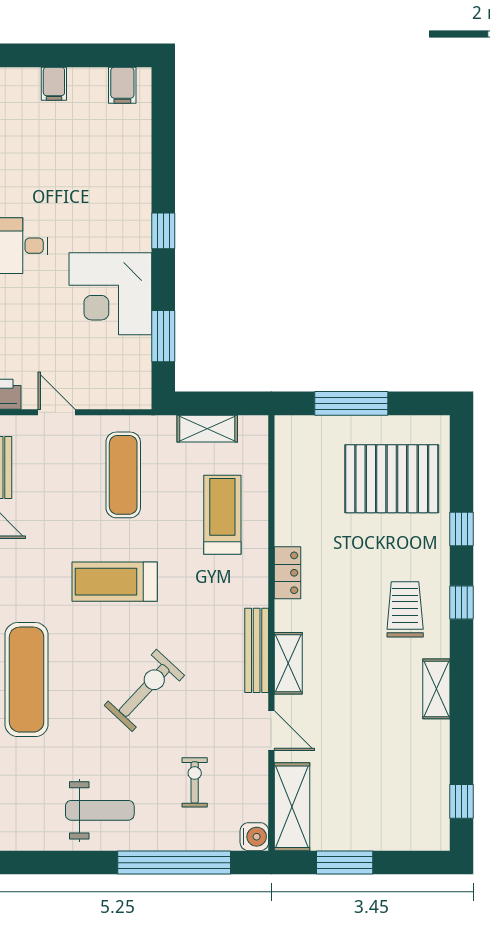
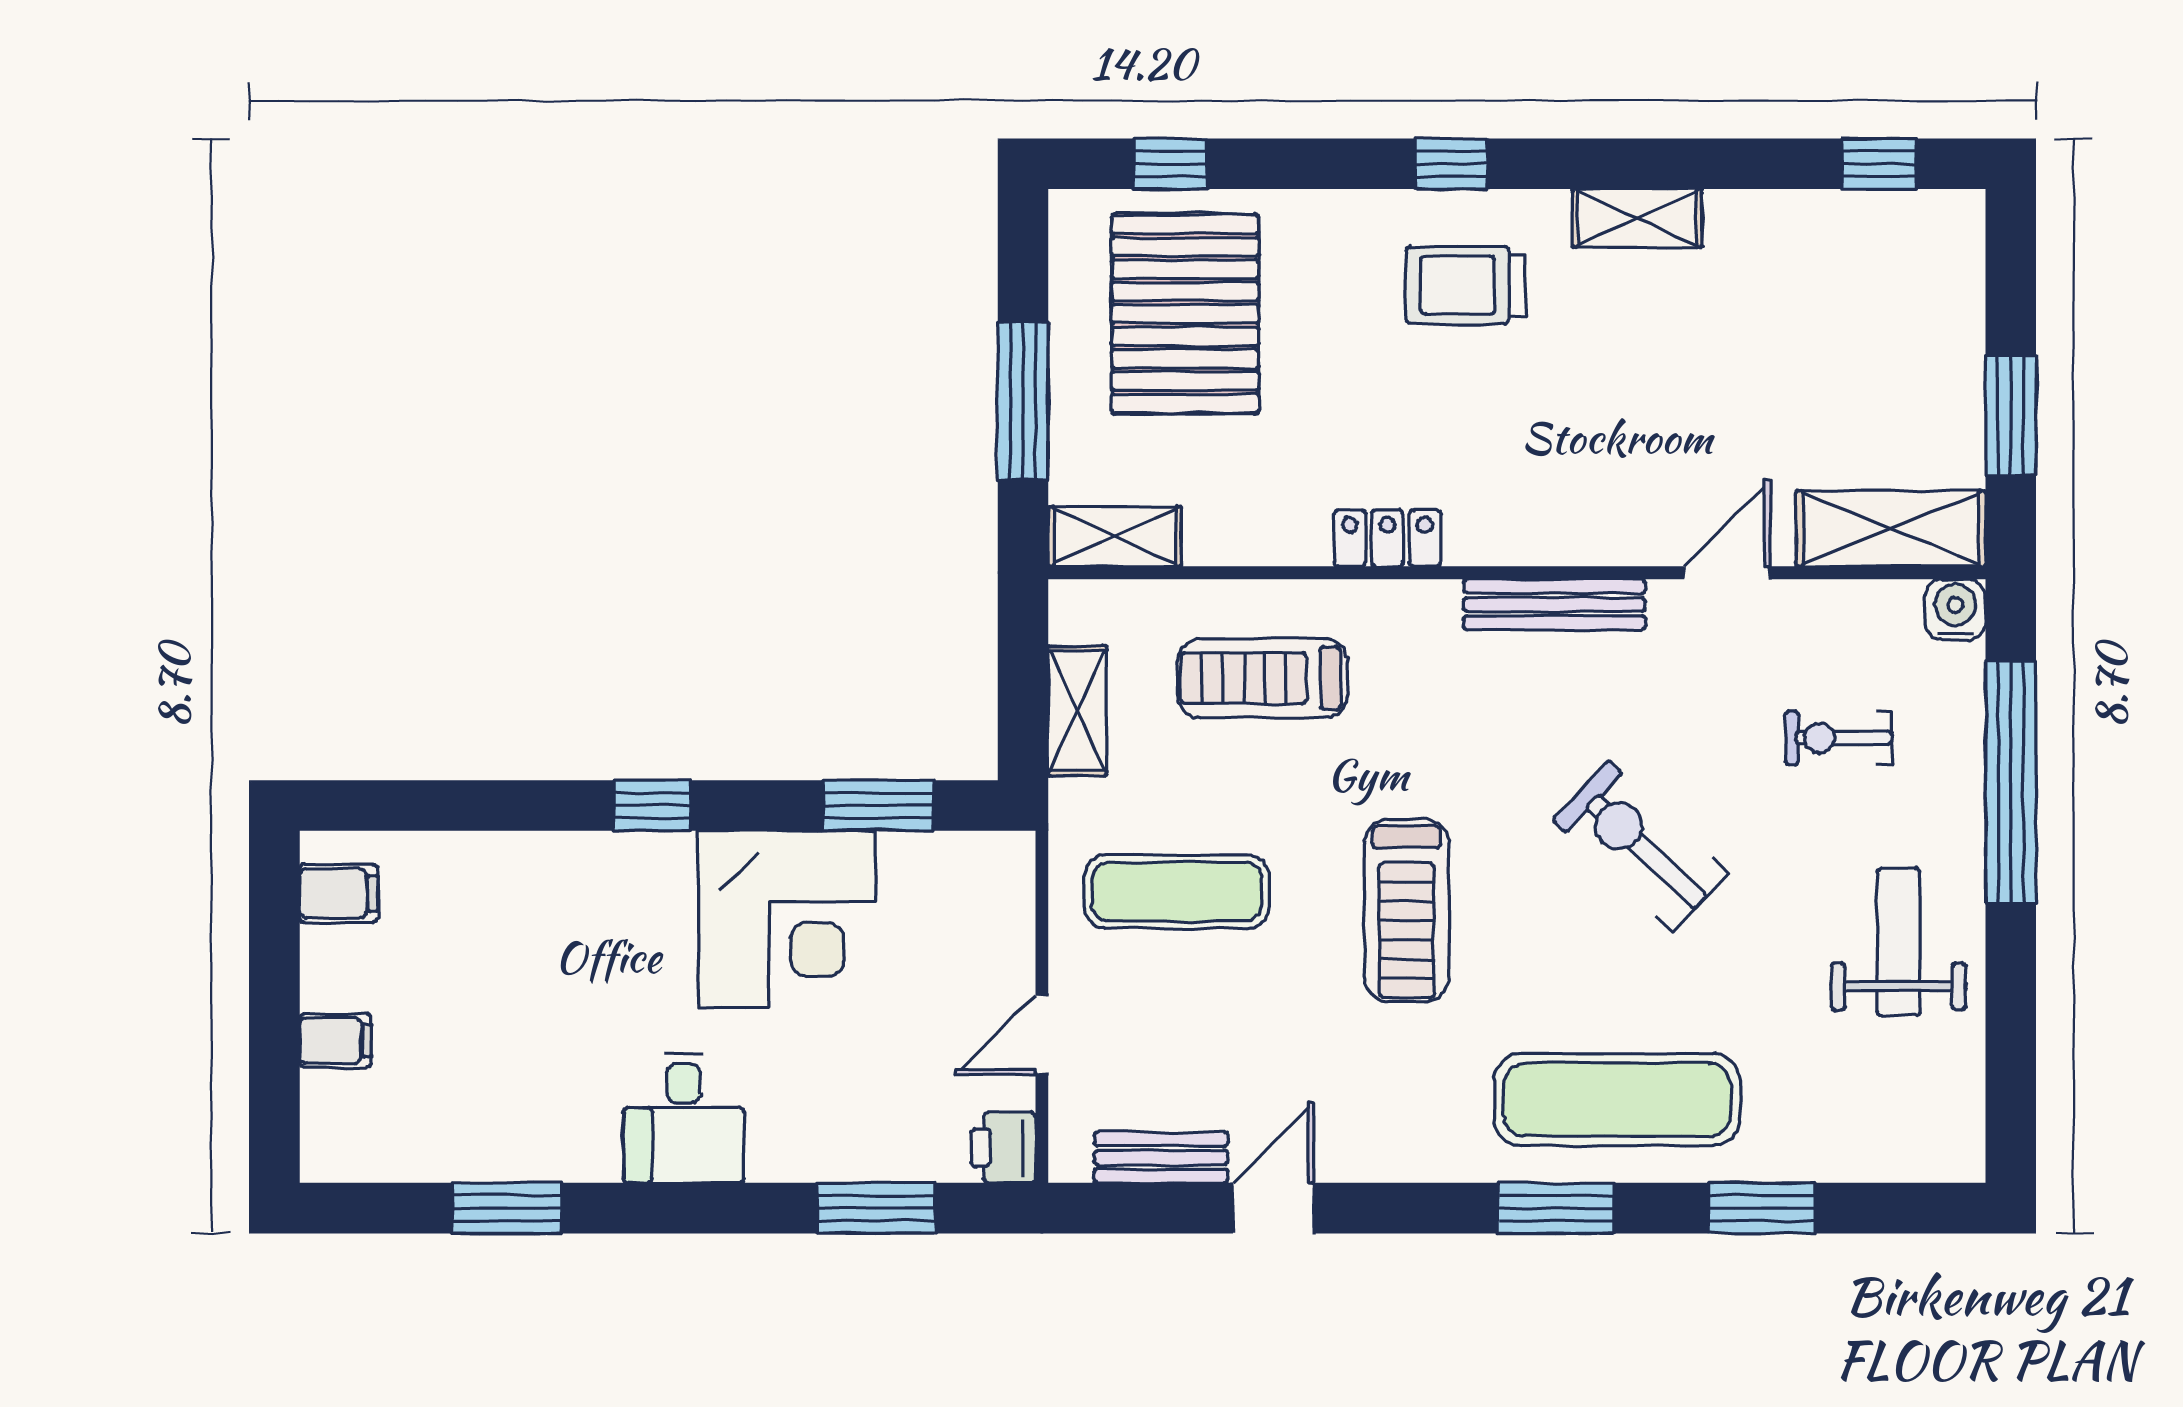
window: (461, 529) -> (1170, 164), moved
shelving: (288, 663) -> (1115, 537), moved

